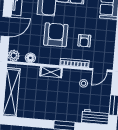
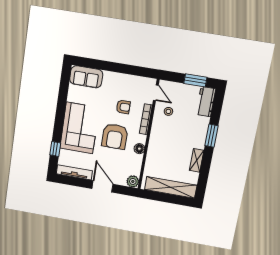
armchair: (56, 35) -> (115, 136), turned -90
floor lamp: (30, 58) -> (139, 149), moved
shelving: (51, 72) -> (197, 160), moved

